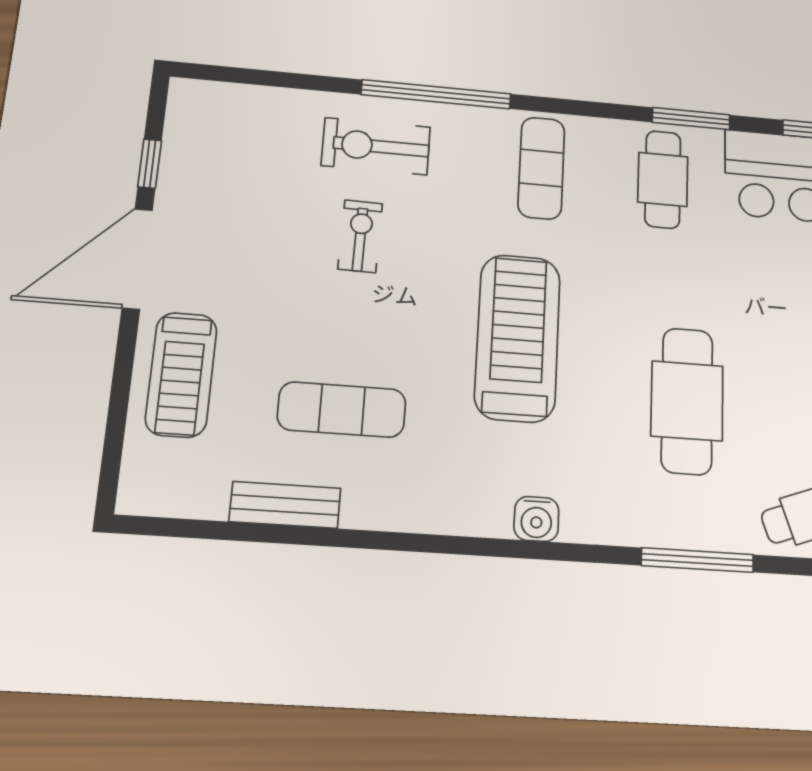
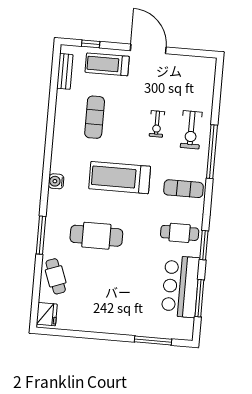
exercise bike: (376, 146) -> (191, 130), turned 180
window: (150, 164) -> (91, 44), moved
exercise bike: (360, 236) -> (157, 124), turned 89
treadmill: (518, 338) -> (120, 178), turned 180
bench: (285, 505) -> (65, 71), moved

